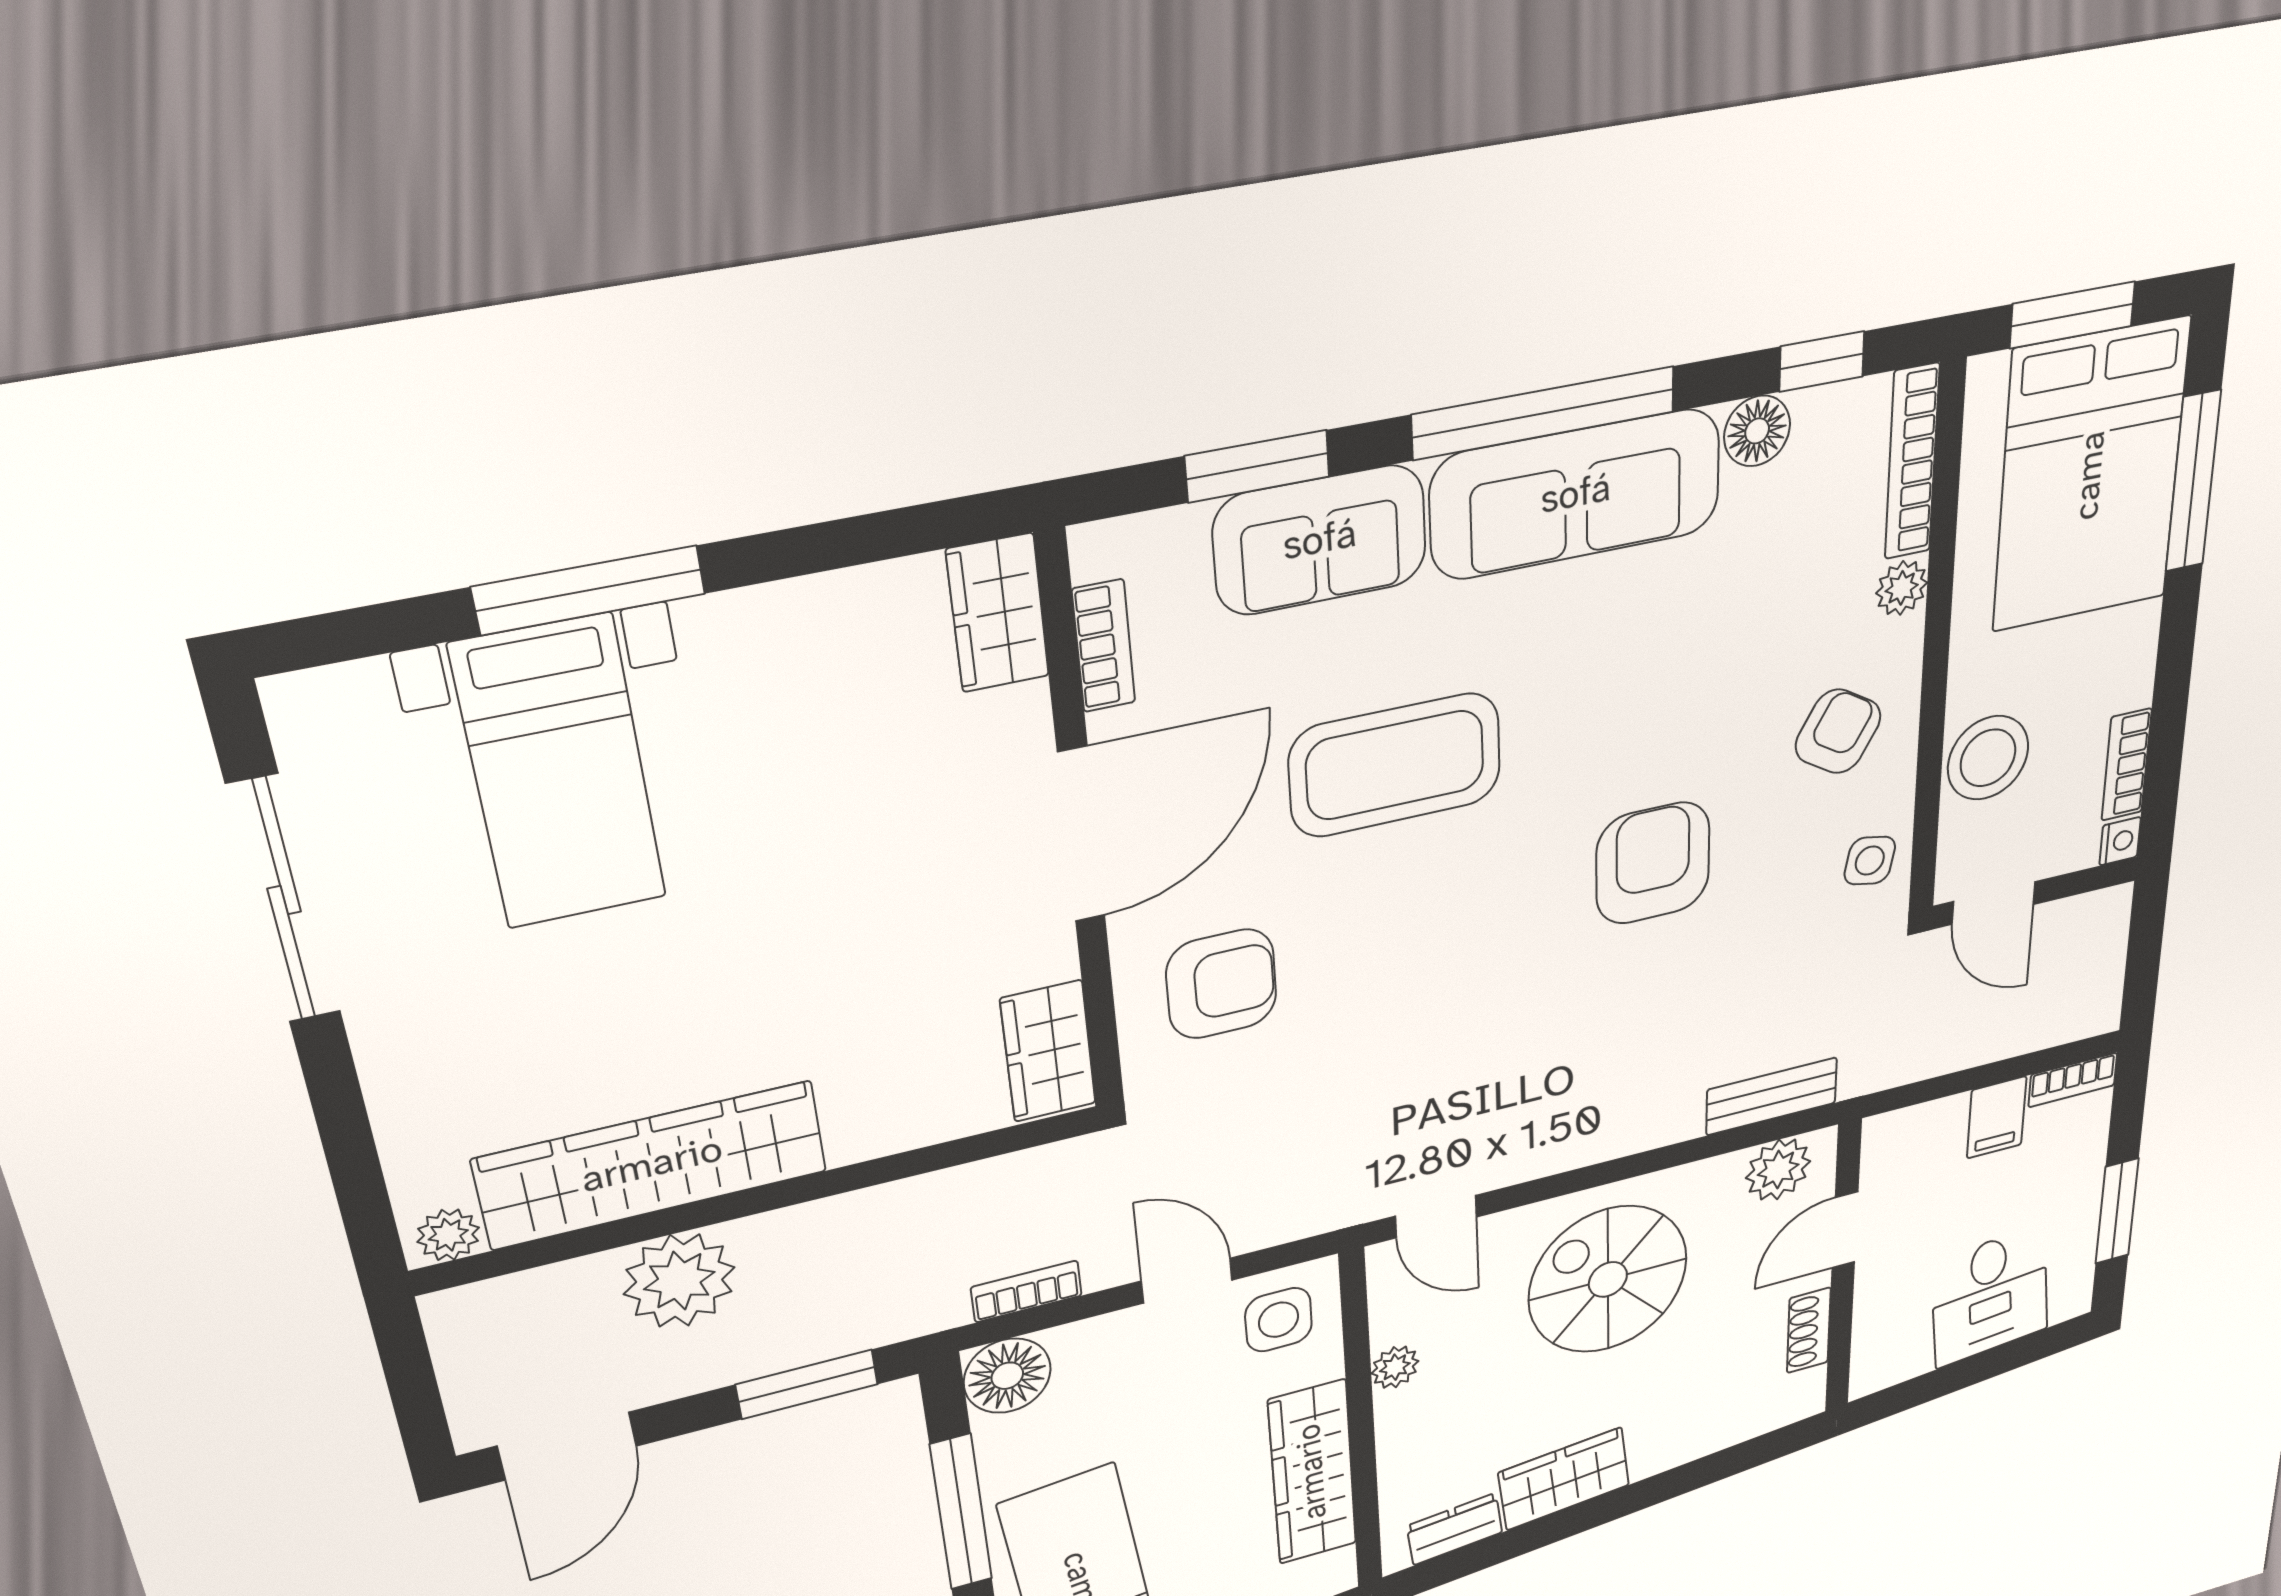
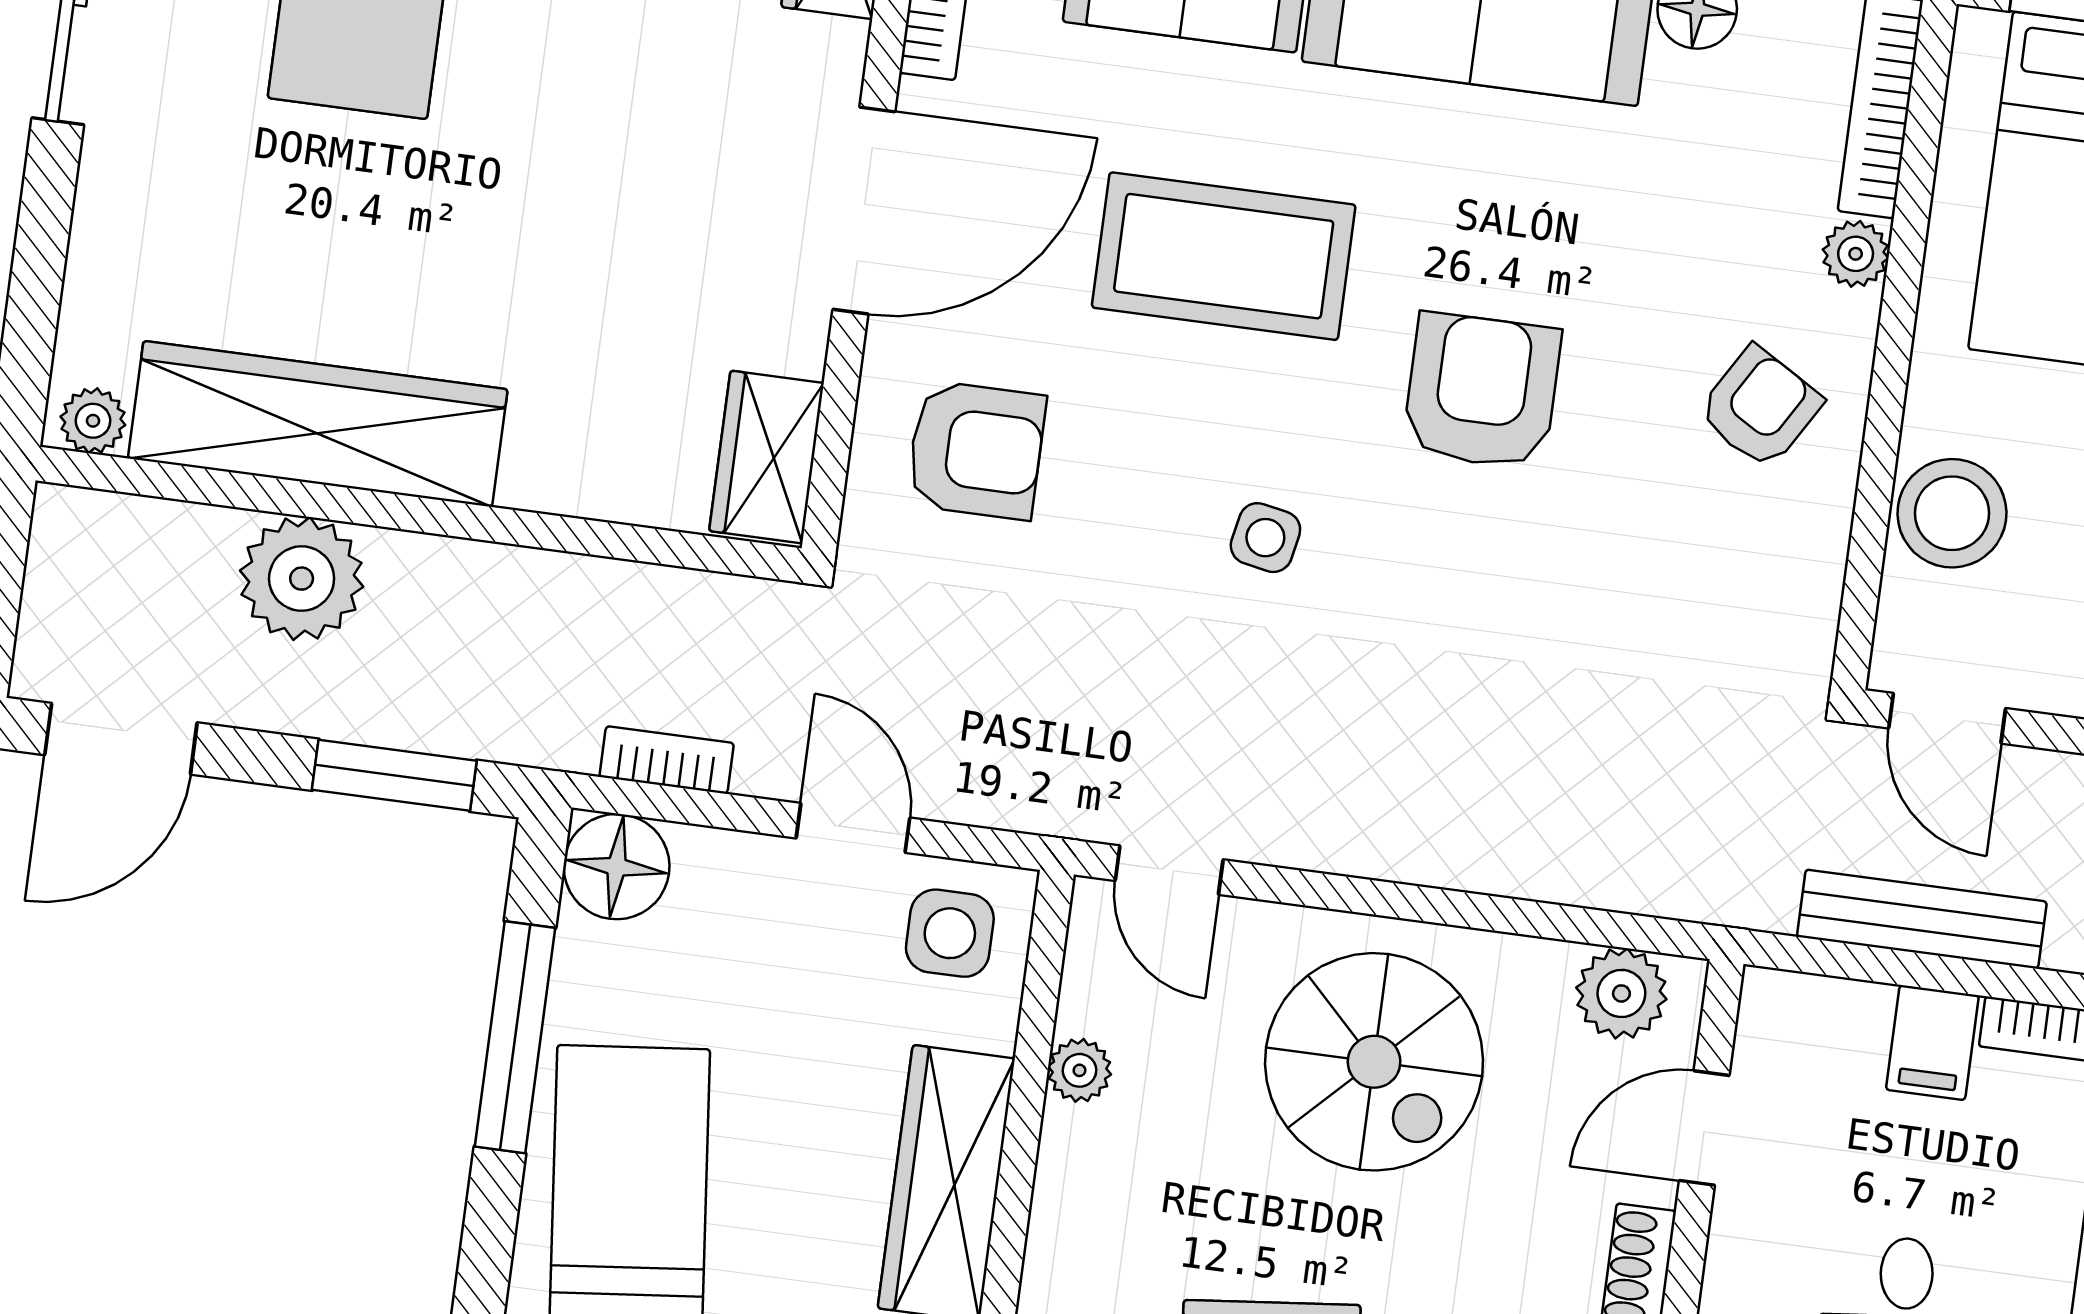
side table: (1870, 861) -> (1265, 538), moved
armchair: (1653, 863) -> (1482, 391), moved
bench: (1772, 1096) -> (1922, 919), moved, width x1.36
spiral stairs: (1608, 1279) -> (1374, 1062), turned 180

